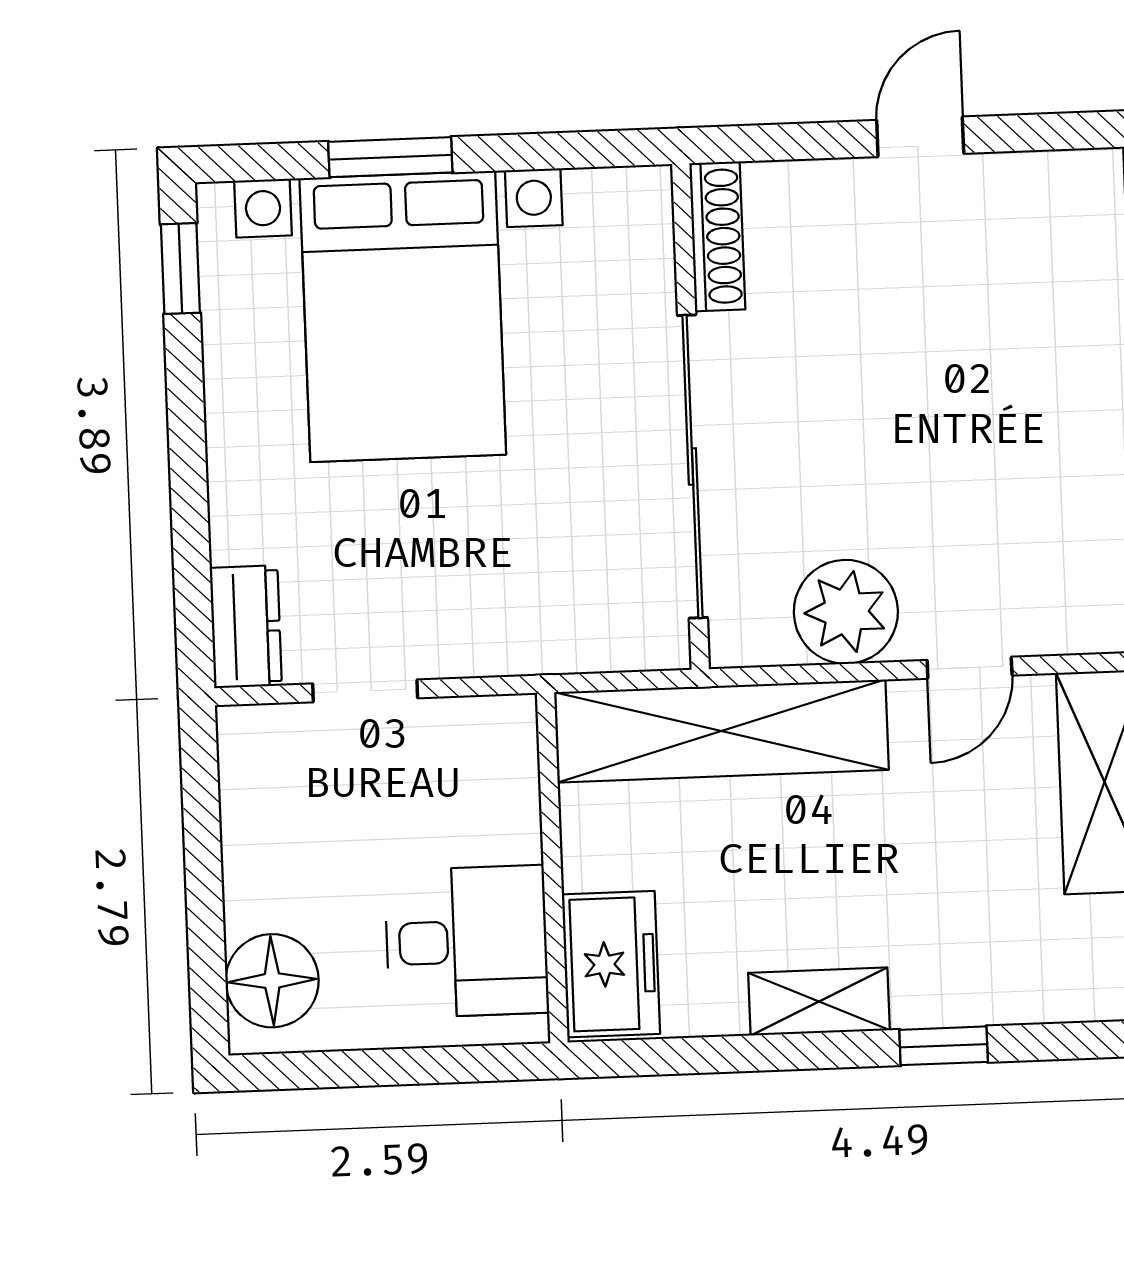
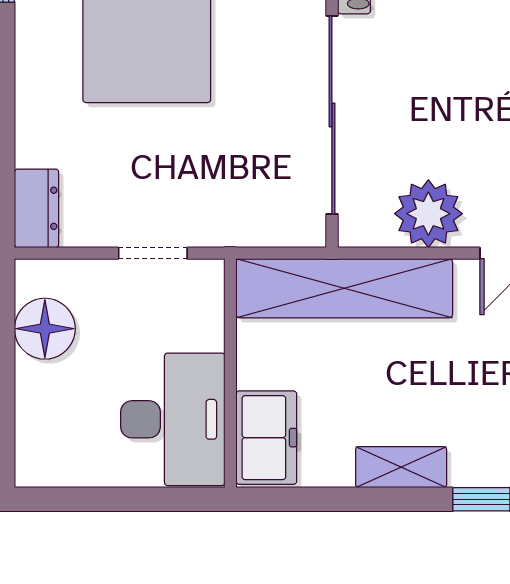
doorway: (365, 691) -> (153, 253), moved
desk: (467, 942) -> (173, 419), width x1.37
floor lamp: (272, 981) -> (45, 329), moved

